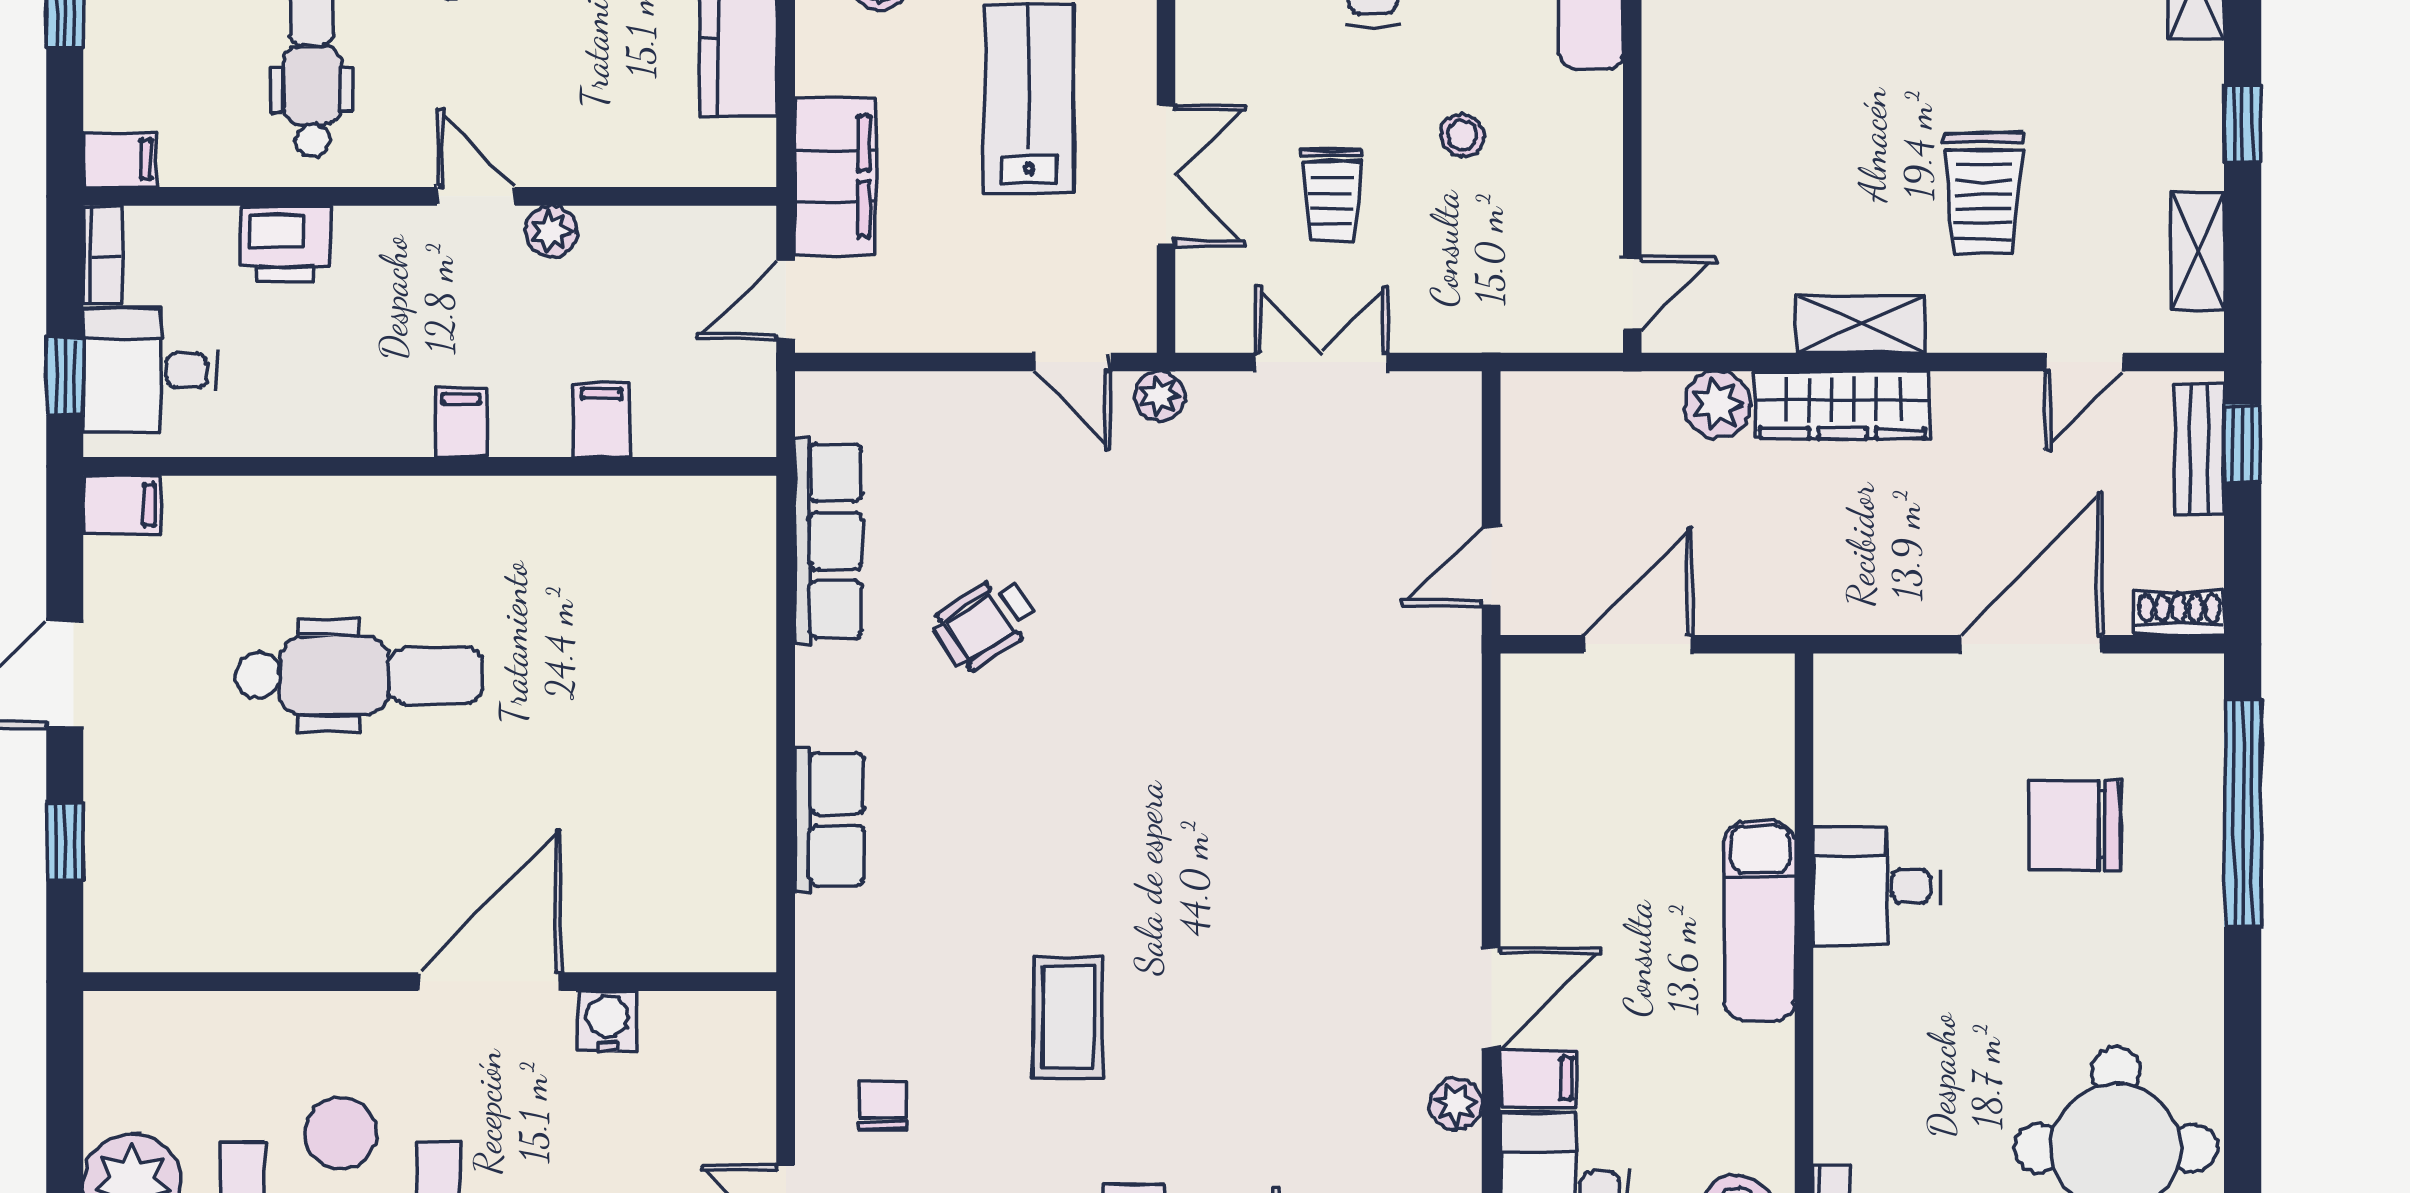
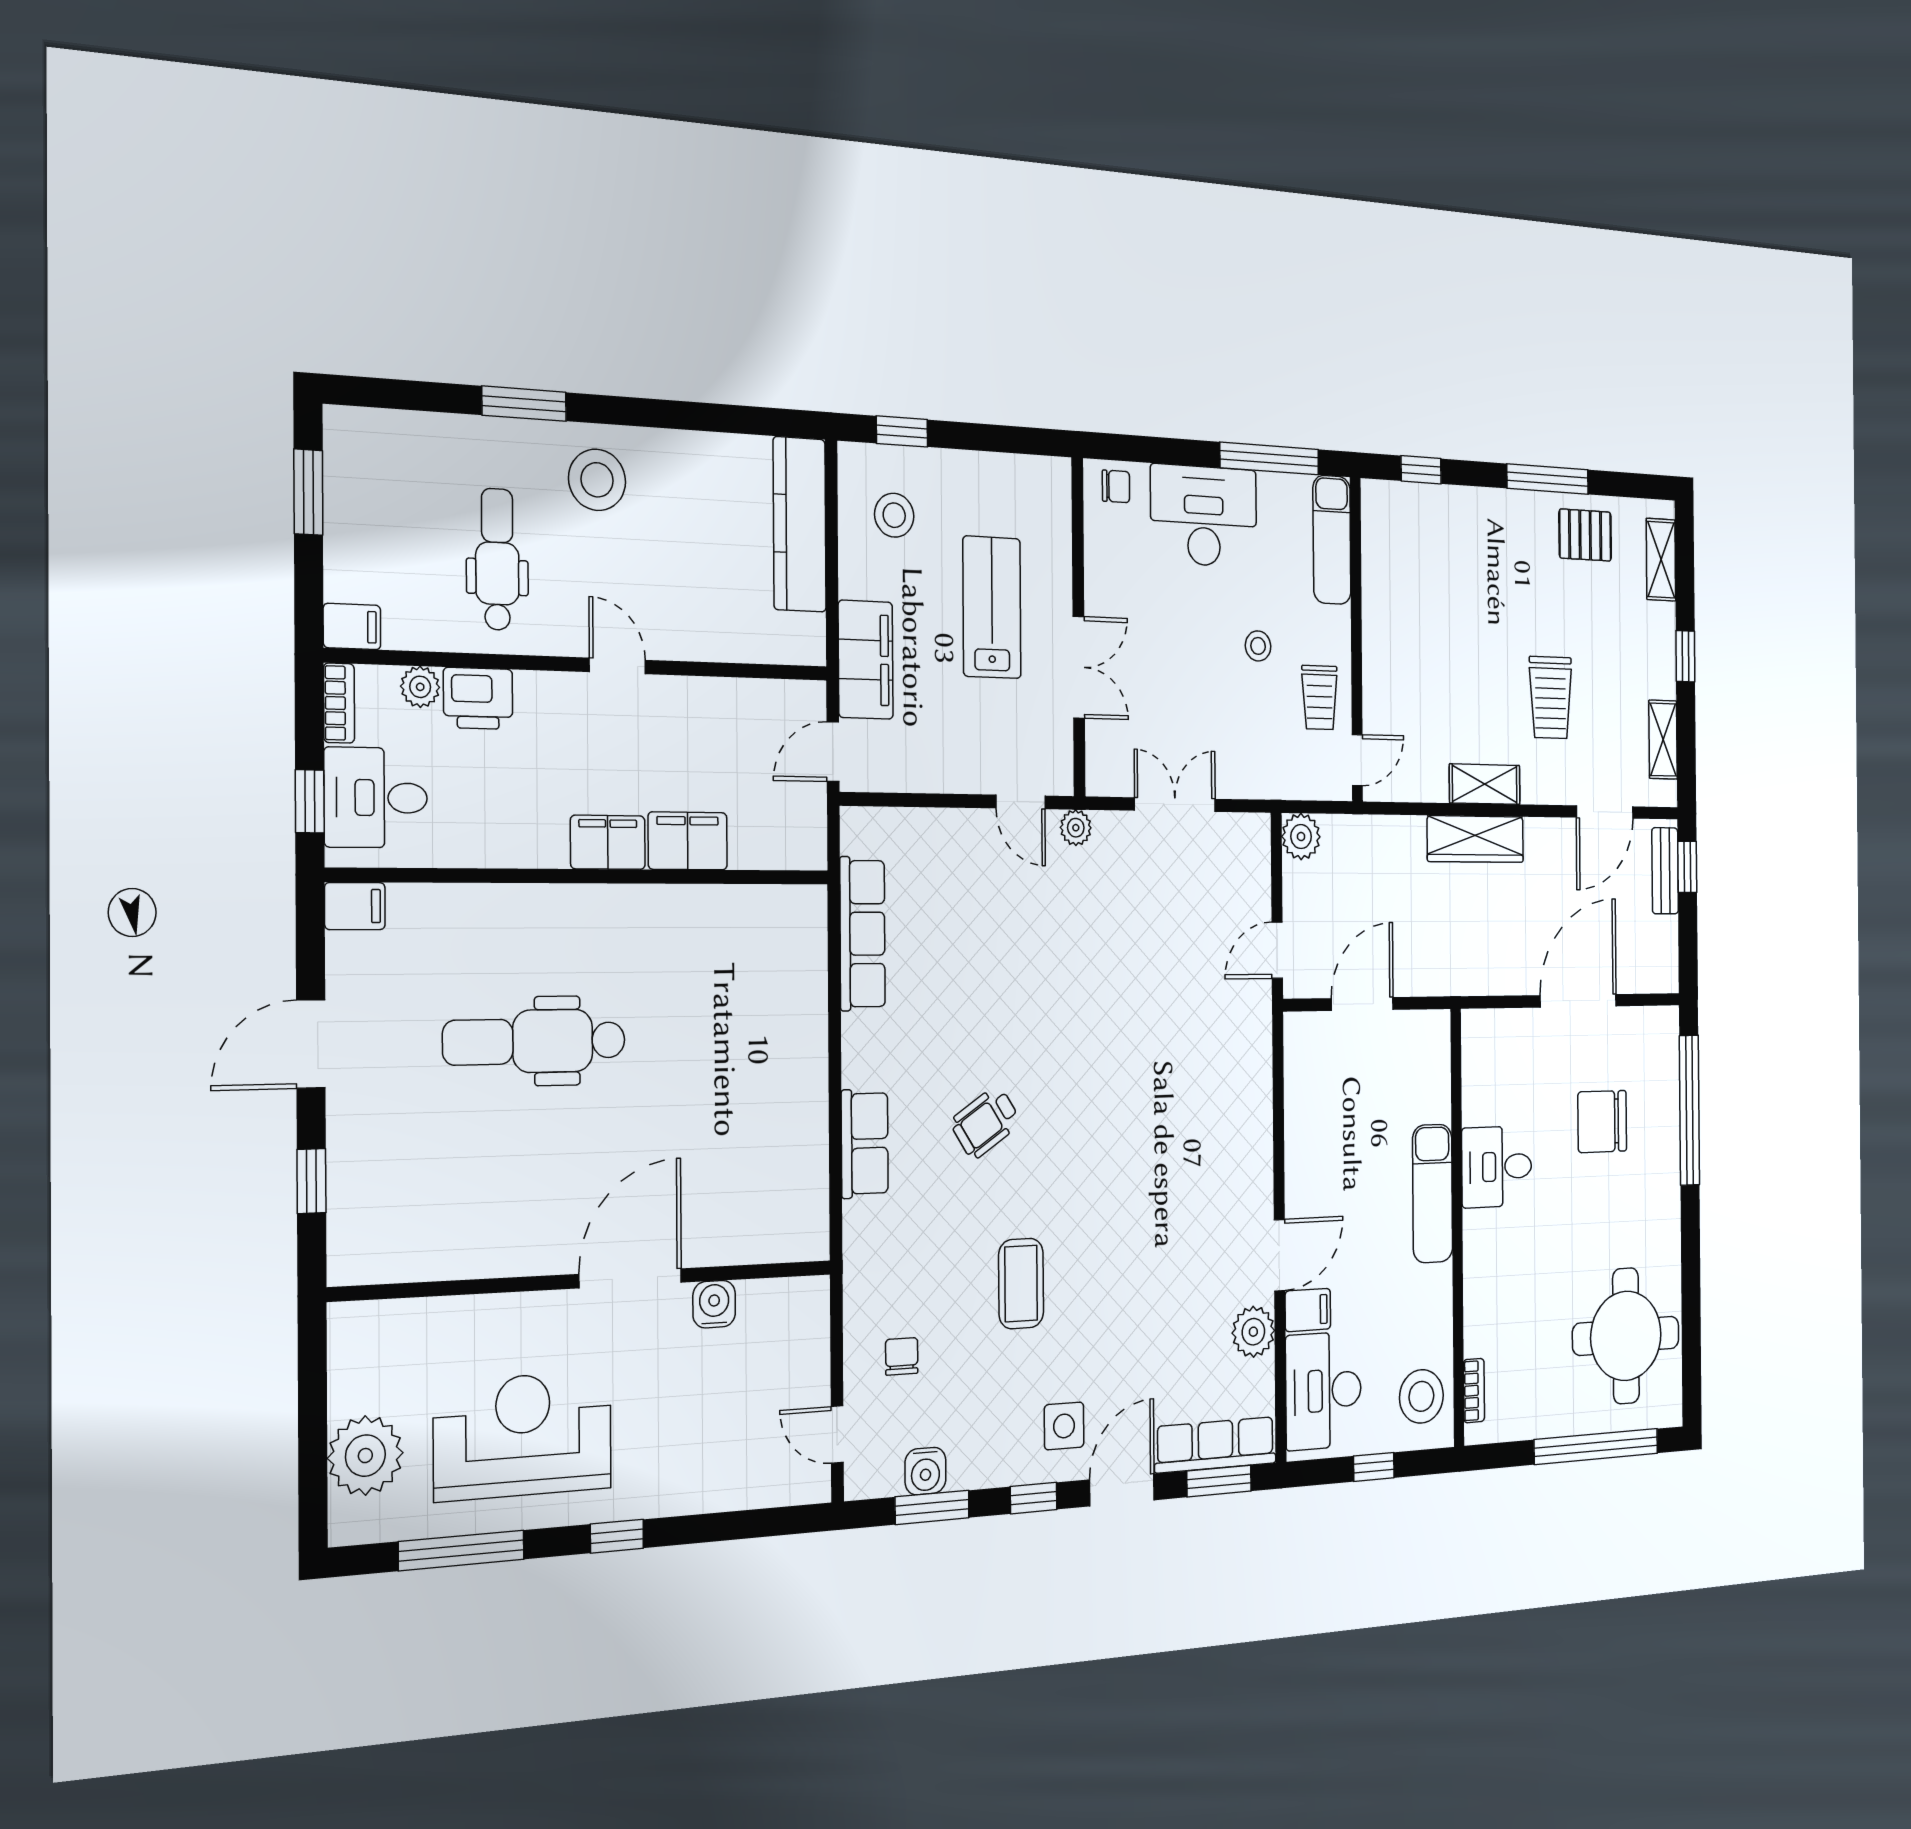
trolley: (1331, 194) -> (1320, 698), moved
plant: (551, 231) -> (420, 687), moved
door: (2084, 362) -> (1605, 812), width x1.38
plant: (1717, 404) -> (1301, 837), moved
filing cabinet: (602, 420) -> (688, 841), width x2.00
filing cabinet: (461, 423) -> (608, 842), width x2.00
shoe rack: (2179, 613) -> (1656, 979), removed
wheelchair: (986, 623) -> (986, 1122), moved
dental chair: (359, 676) -> (535, 1041), turned 180
plant: (1456, 1104) -> (1253, 1332), width x1.38, depth x1.38

